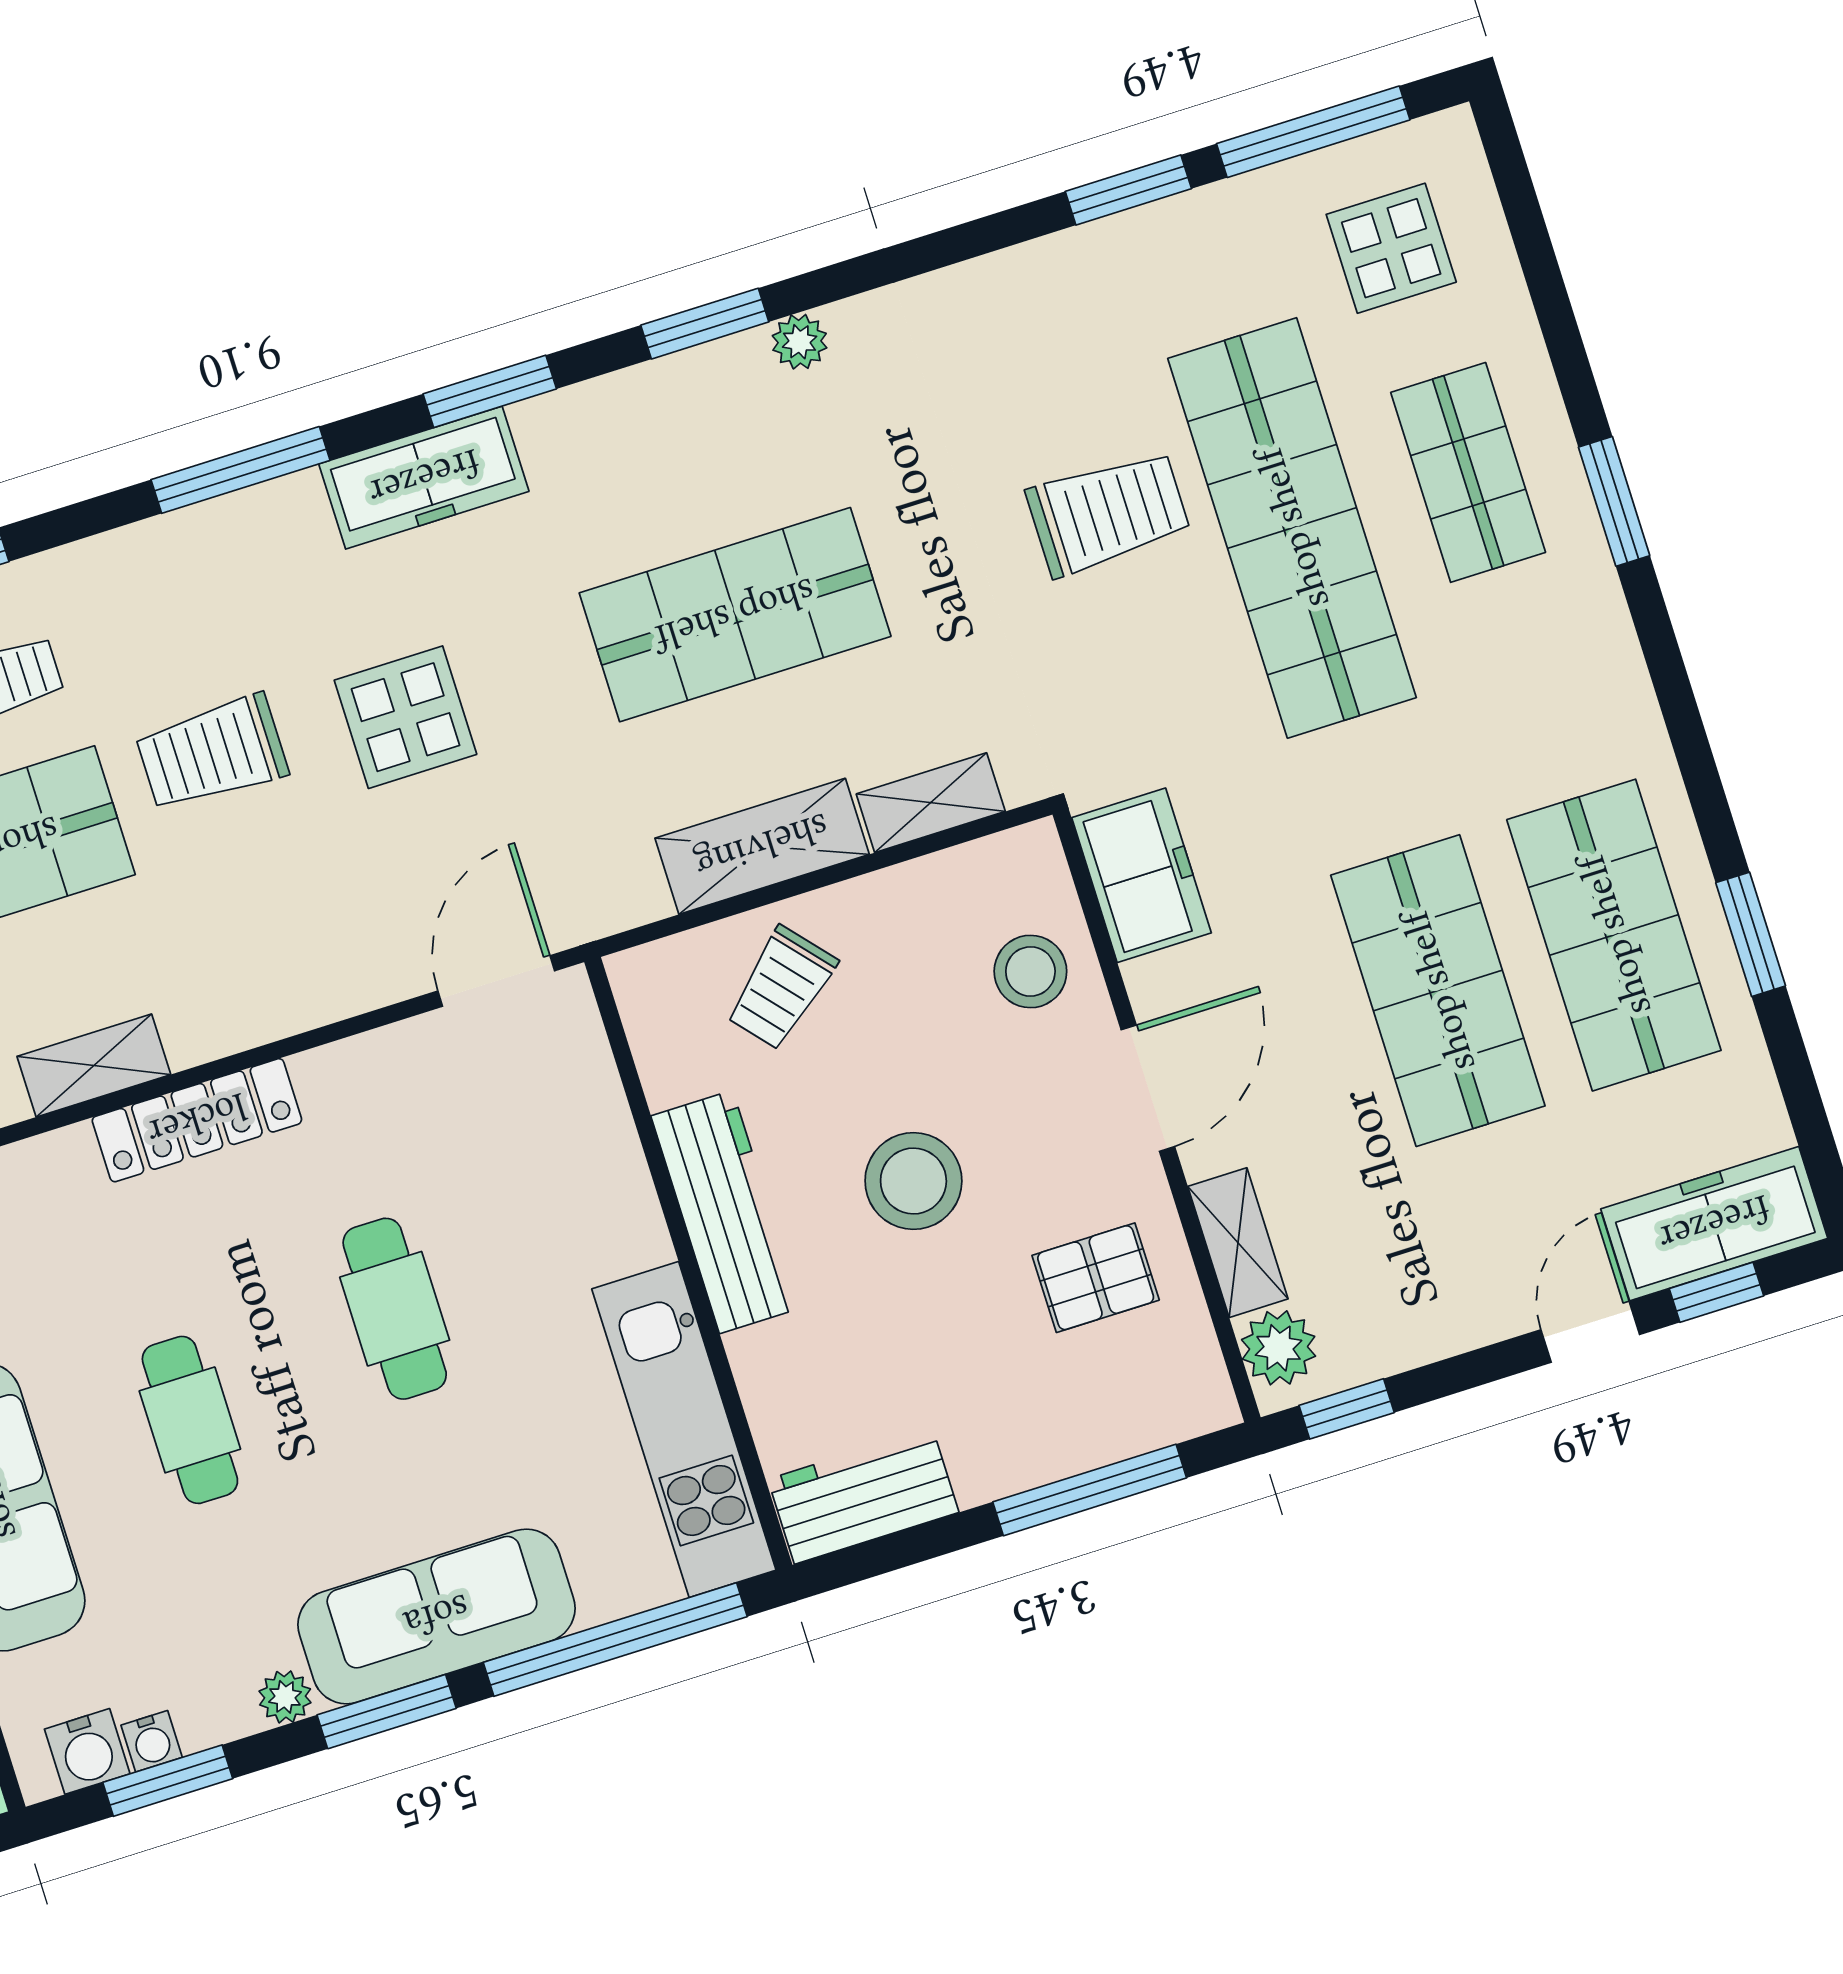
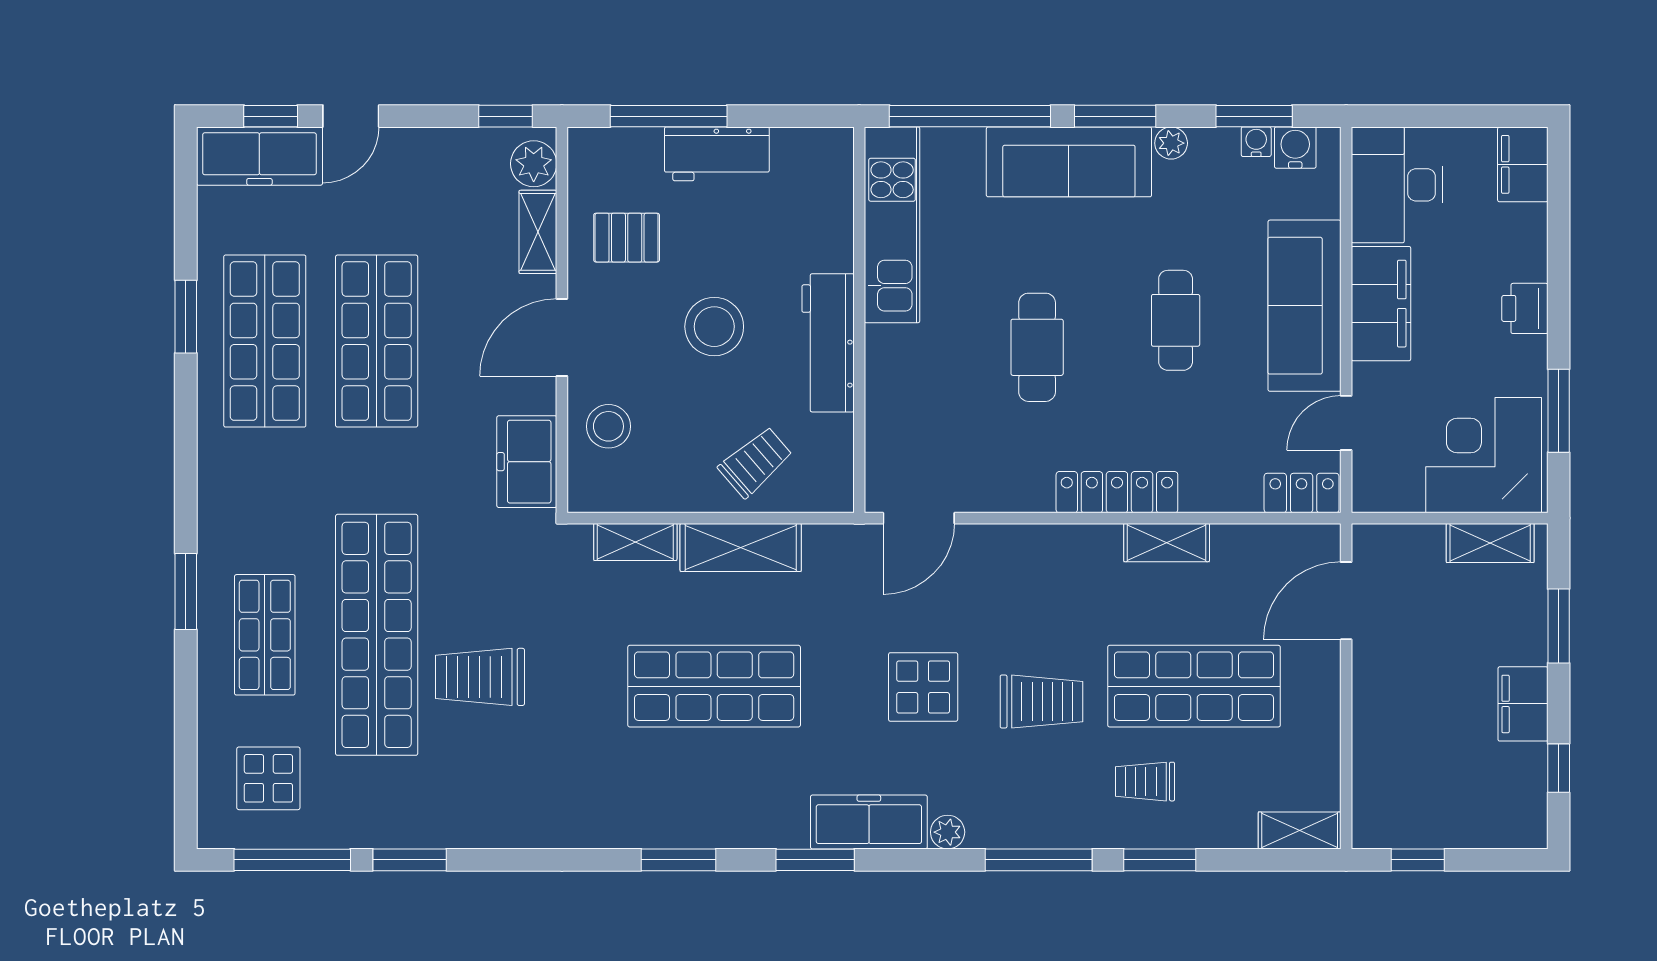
plant: (800, 342) -> (948, 832), moved
window: (240, 470) -> (1039, 860), moved
workbench: (863, 1496) -> (717, 154), moved

